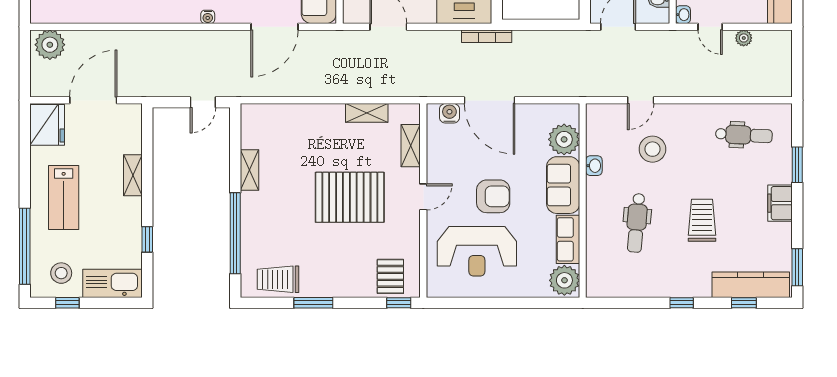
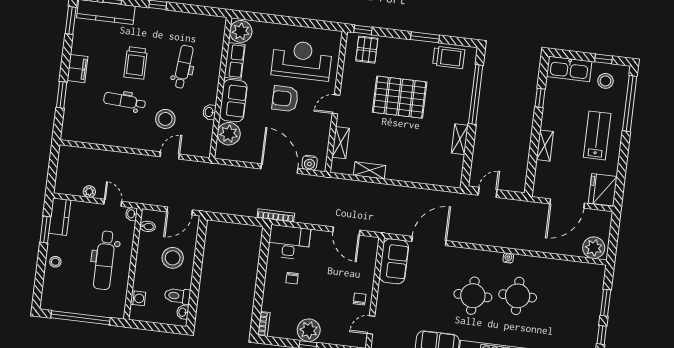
water cooler: (208, 17) -> (508, 258), moved
dental chair: (744, 135) -> (125, 101), moved
pallet: (350, 197) -> (400, 97), moved

